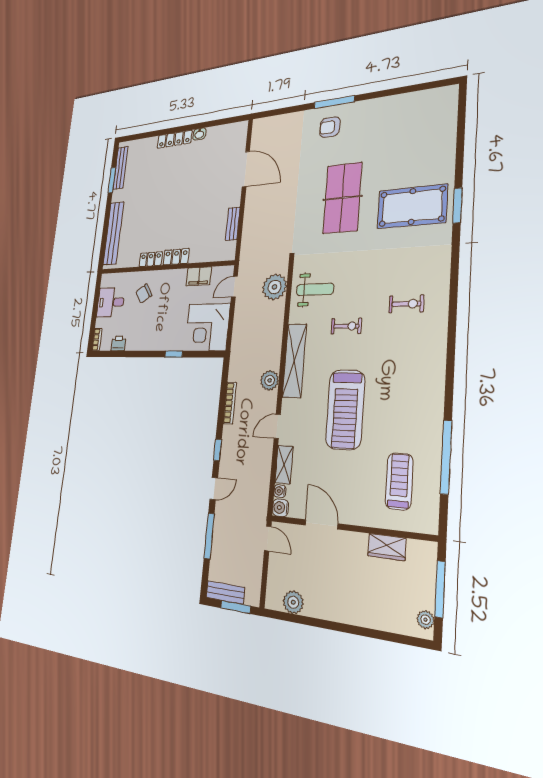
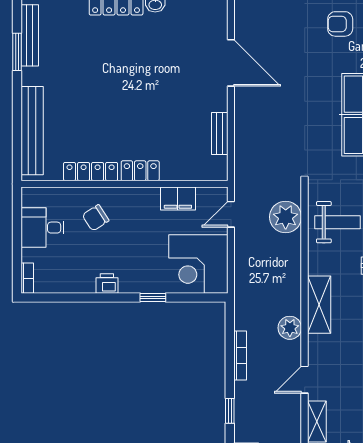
locker: (151, 259) -> (91, 172), width x1.53
printer: (118, 343) -> (107, 284), moved
shelving: (294, 361) -> (319, 305), width x0.68

